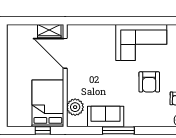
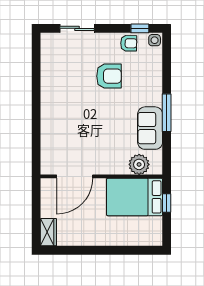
wardrobe: (49, 31) -> (48, 232), moved
corner sofa: (141, 43) -> (62, 86), removed

